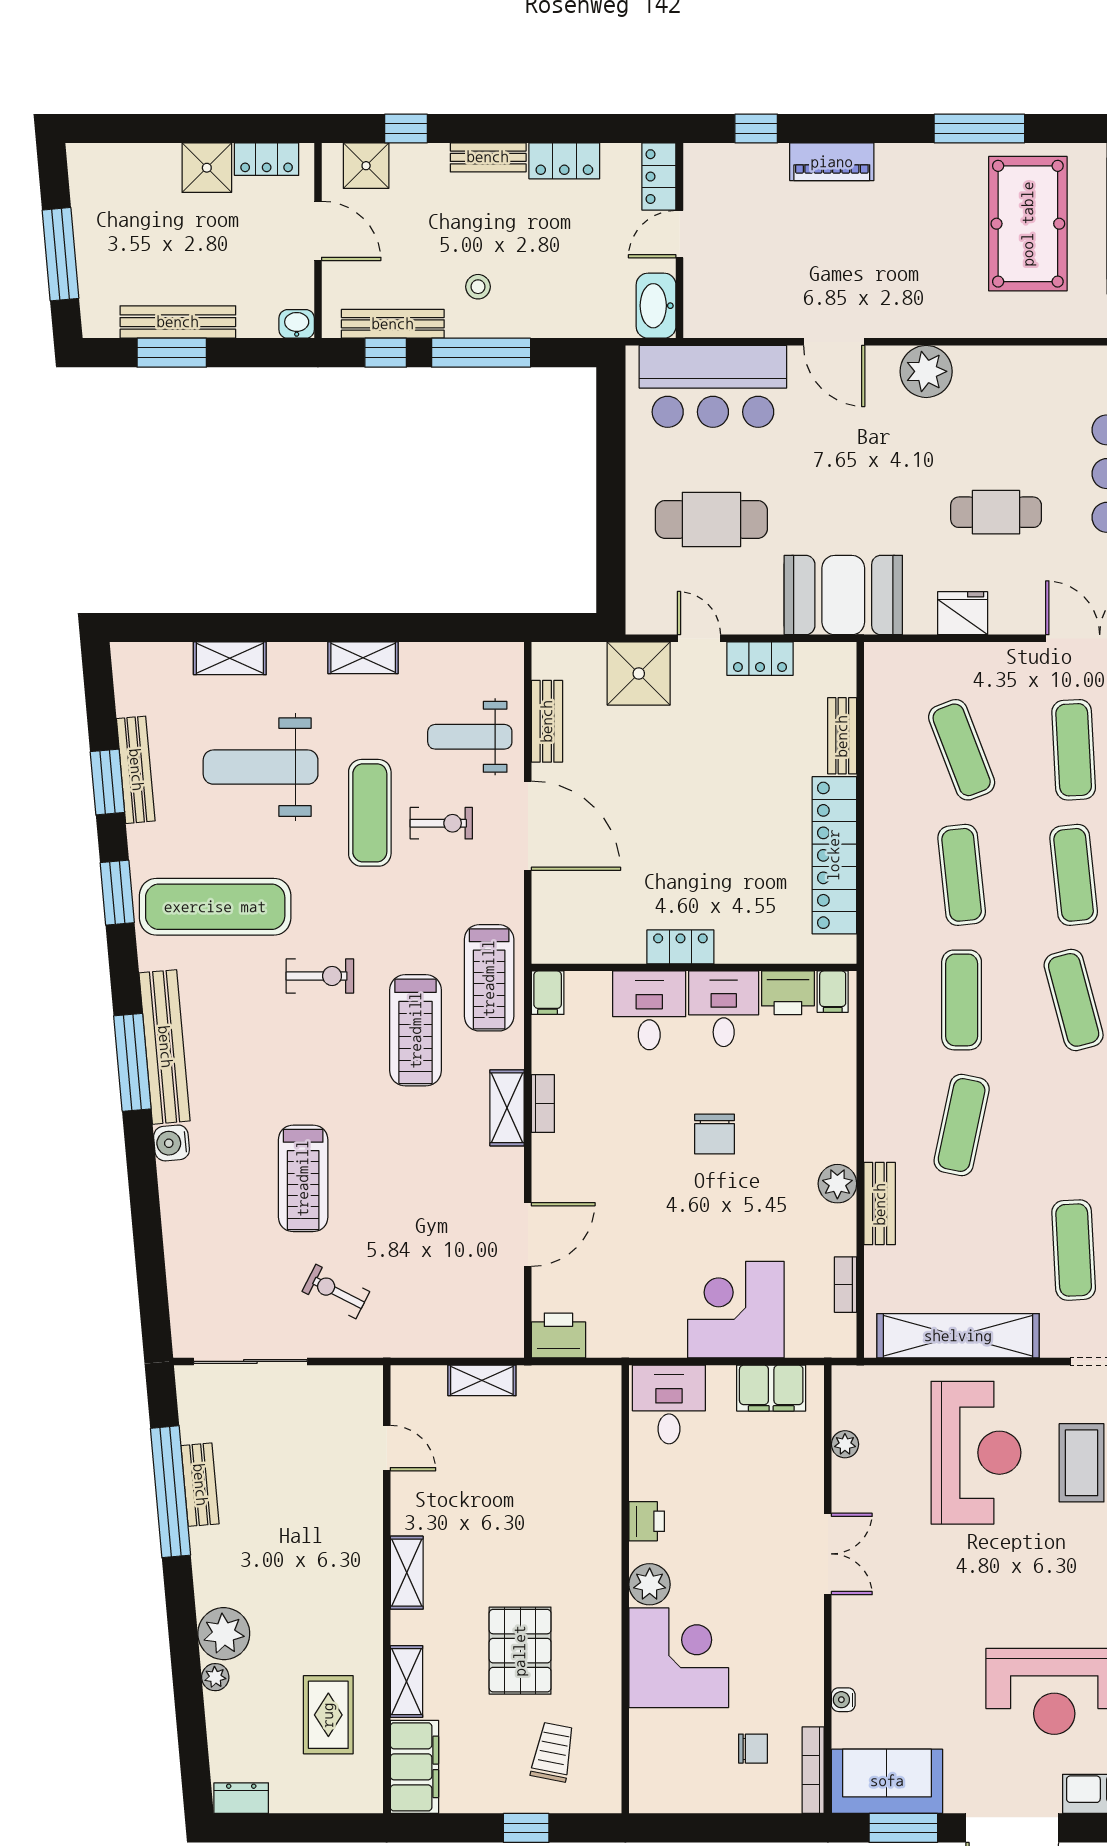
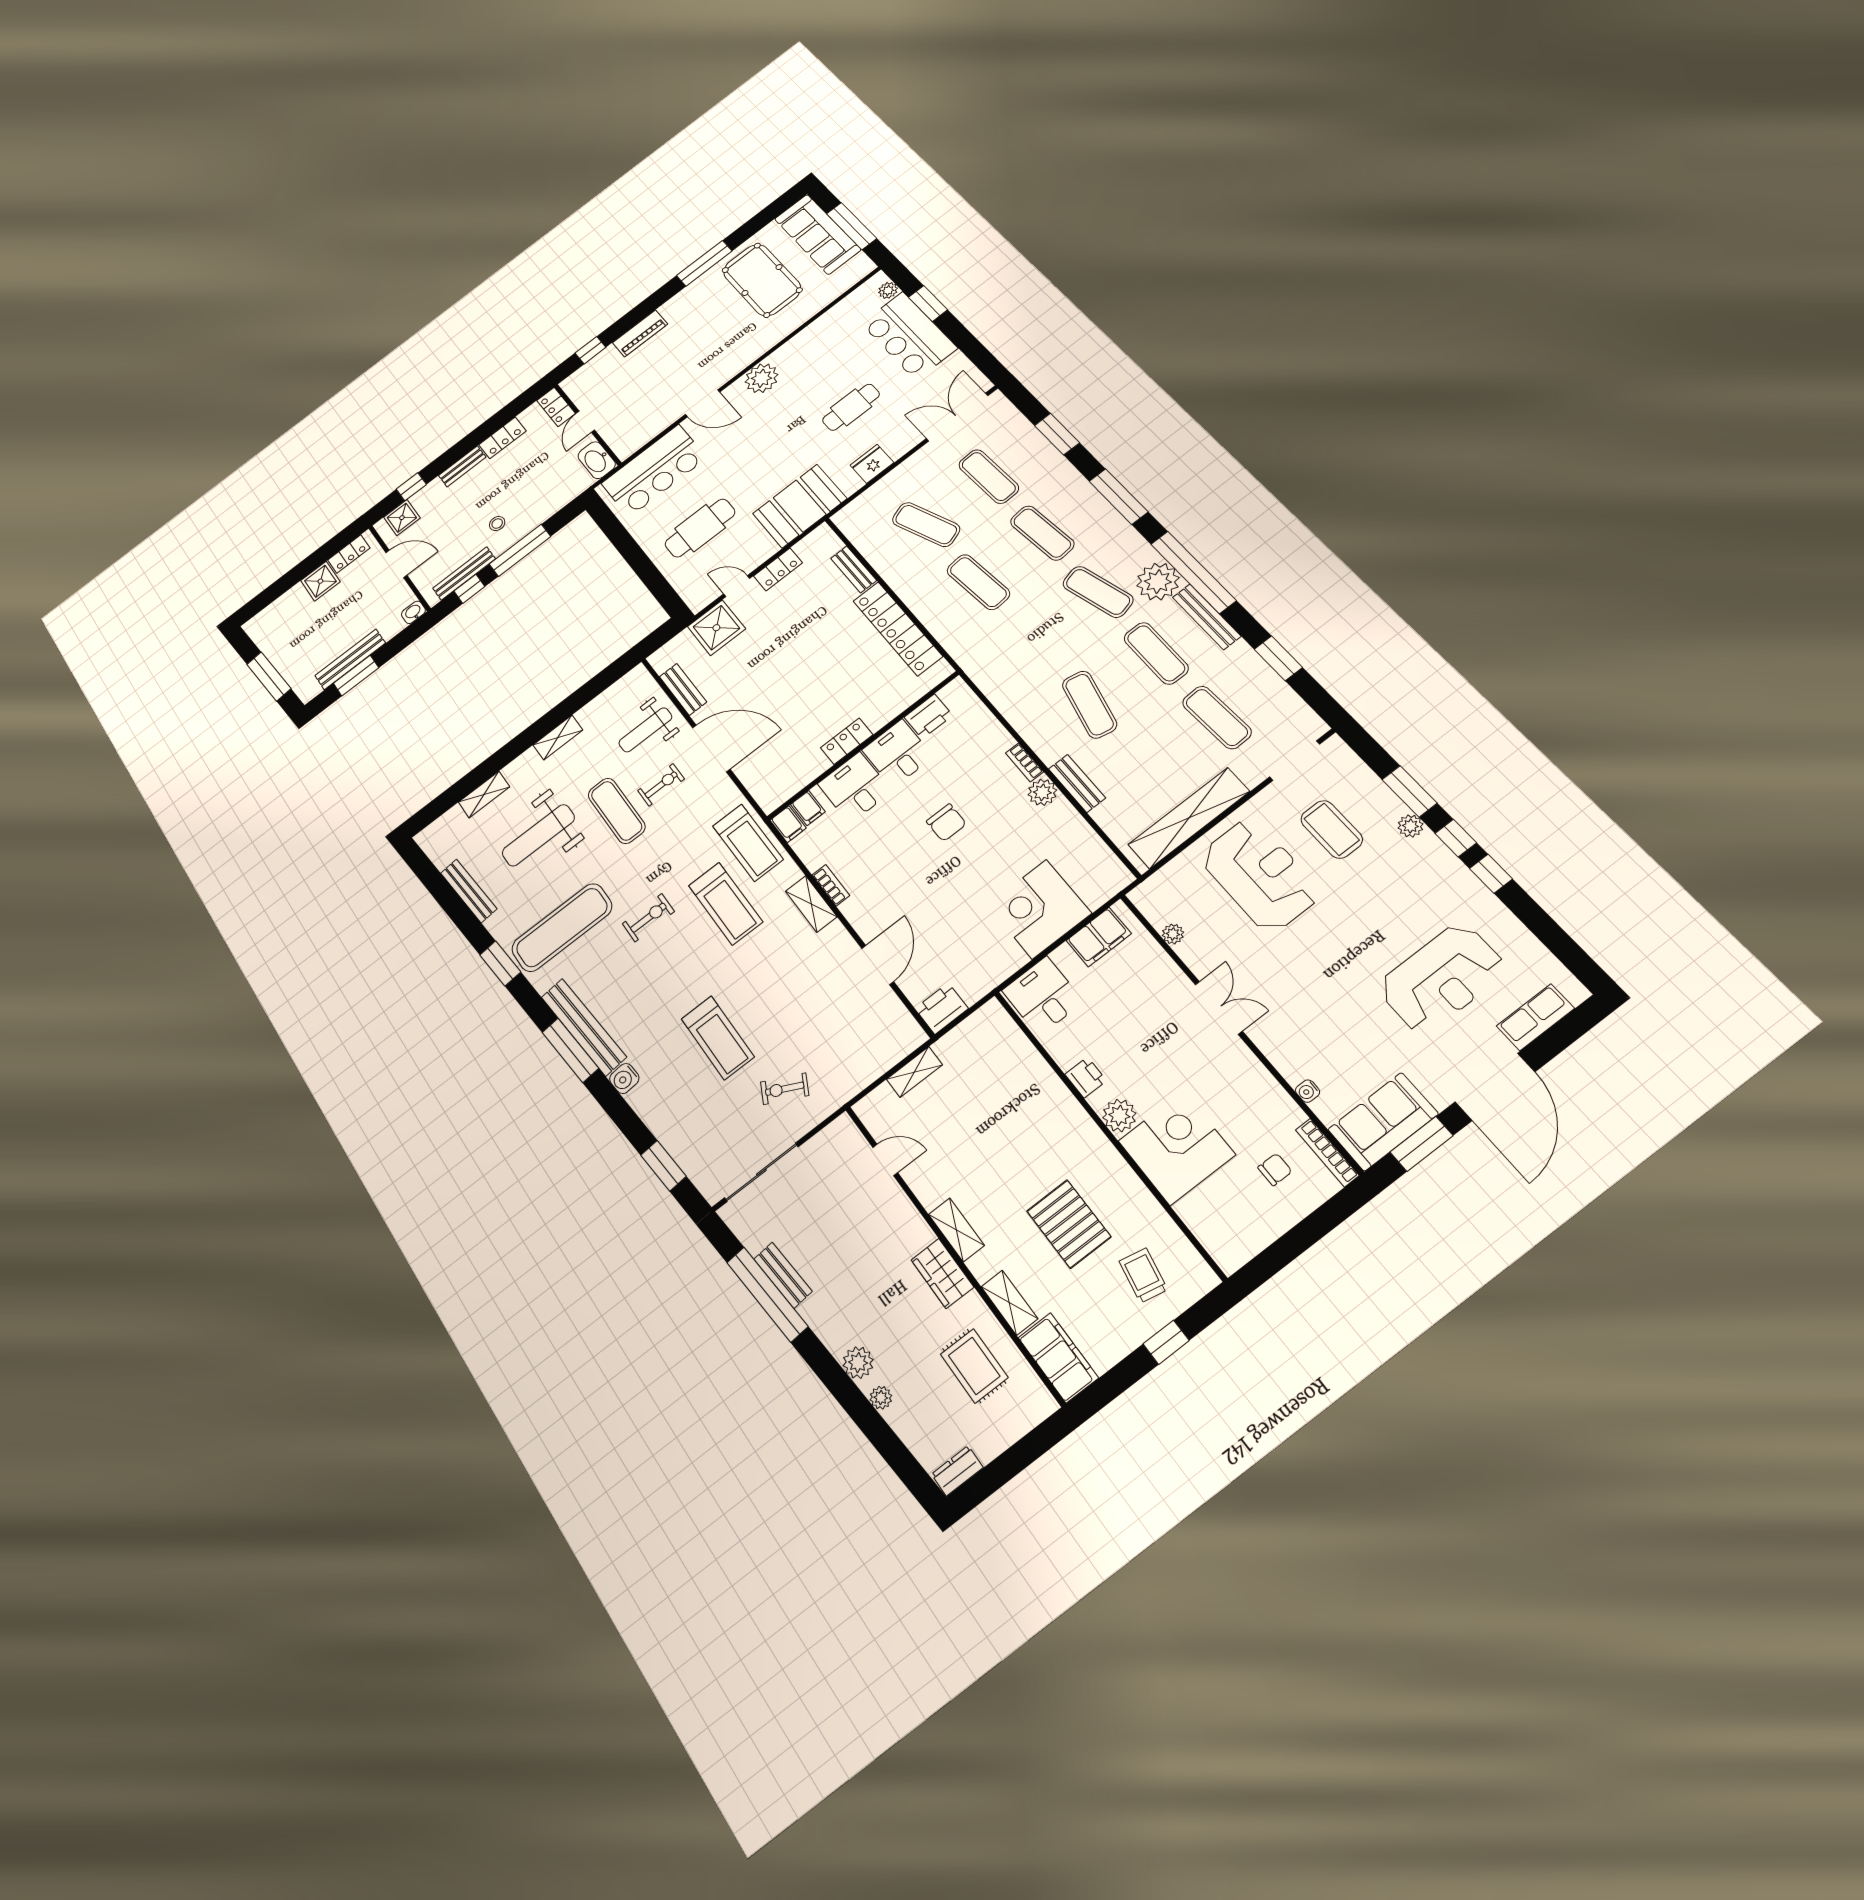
window: (107, 782) -> (663, 1166), moved
filing cabinet: (833, 992) -> (808, 808), moved
exercise mat: (962, 1000) -> (1156, 653), moved
bookcase: (846, 1285) -> (1024, 762), moved
wardrobe: (362, 1604) -> (942, 1273), added
plant: (224, 1634) -> (858, 1363), width x0.73, depth x0.73

